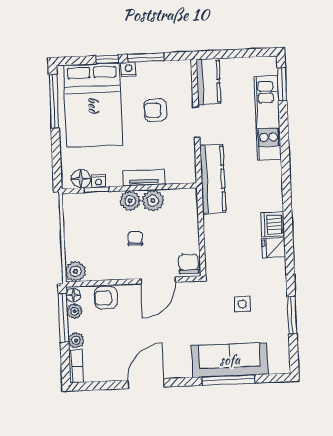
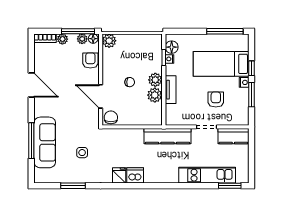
bed: (93, 105) -> (221, 64), width x0.67
chair: (189, 264) -> (111, 117), turned -90

